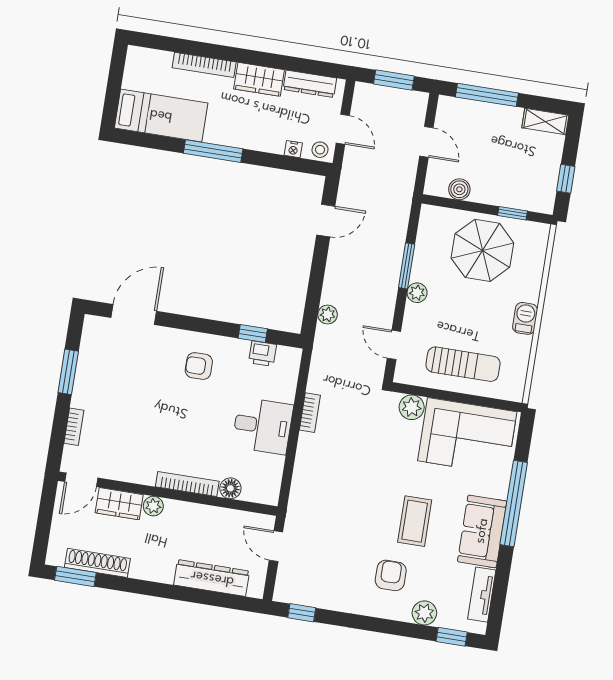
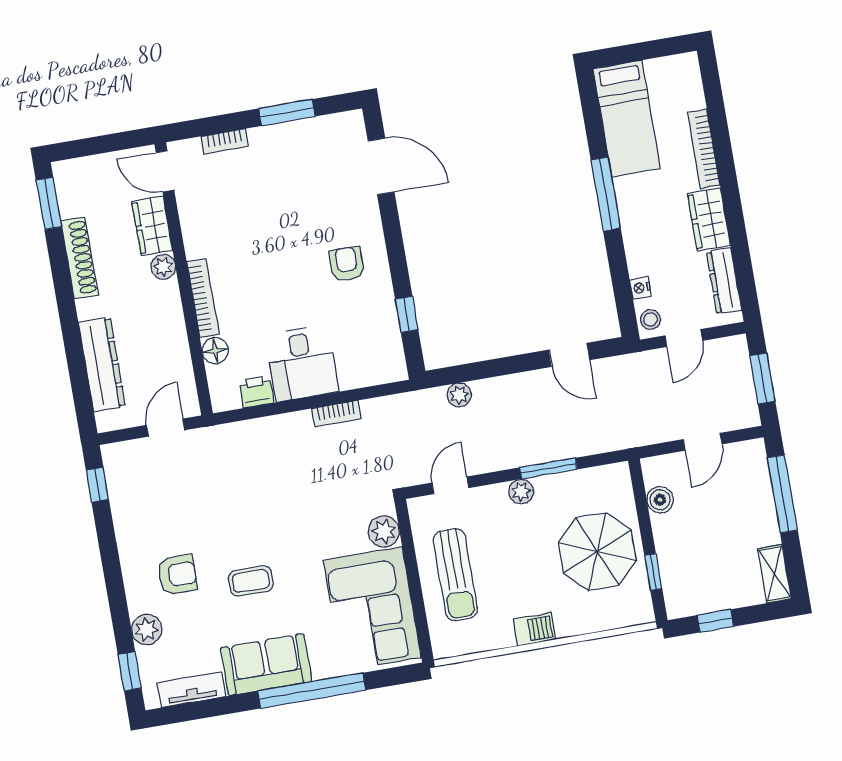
printer: (263, 354) -> (256, 392), moved, turned 90
coffee table: (415, 521) -> (251, 581), width x0.73, depth x0.77
shoe rack: (97, 563) -> (80, 258), moved

